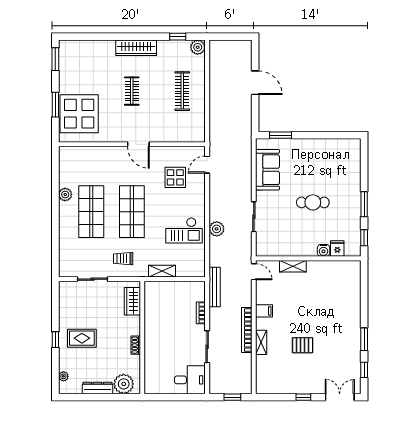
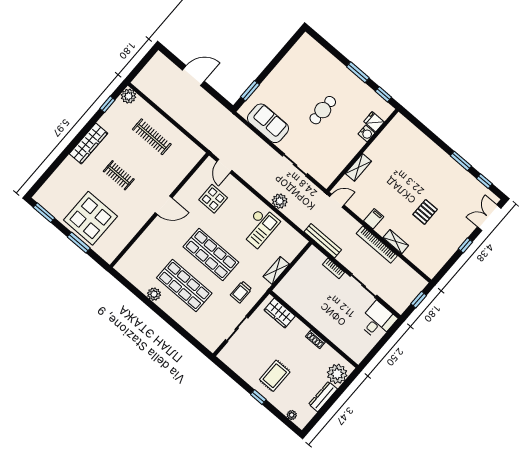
display table: (79, 114) -> (90, 218), moved

